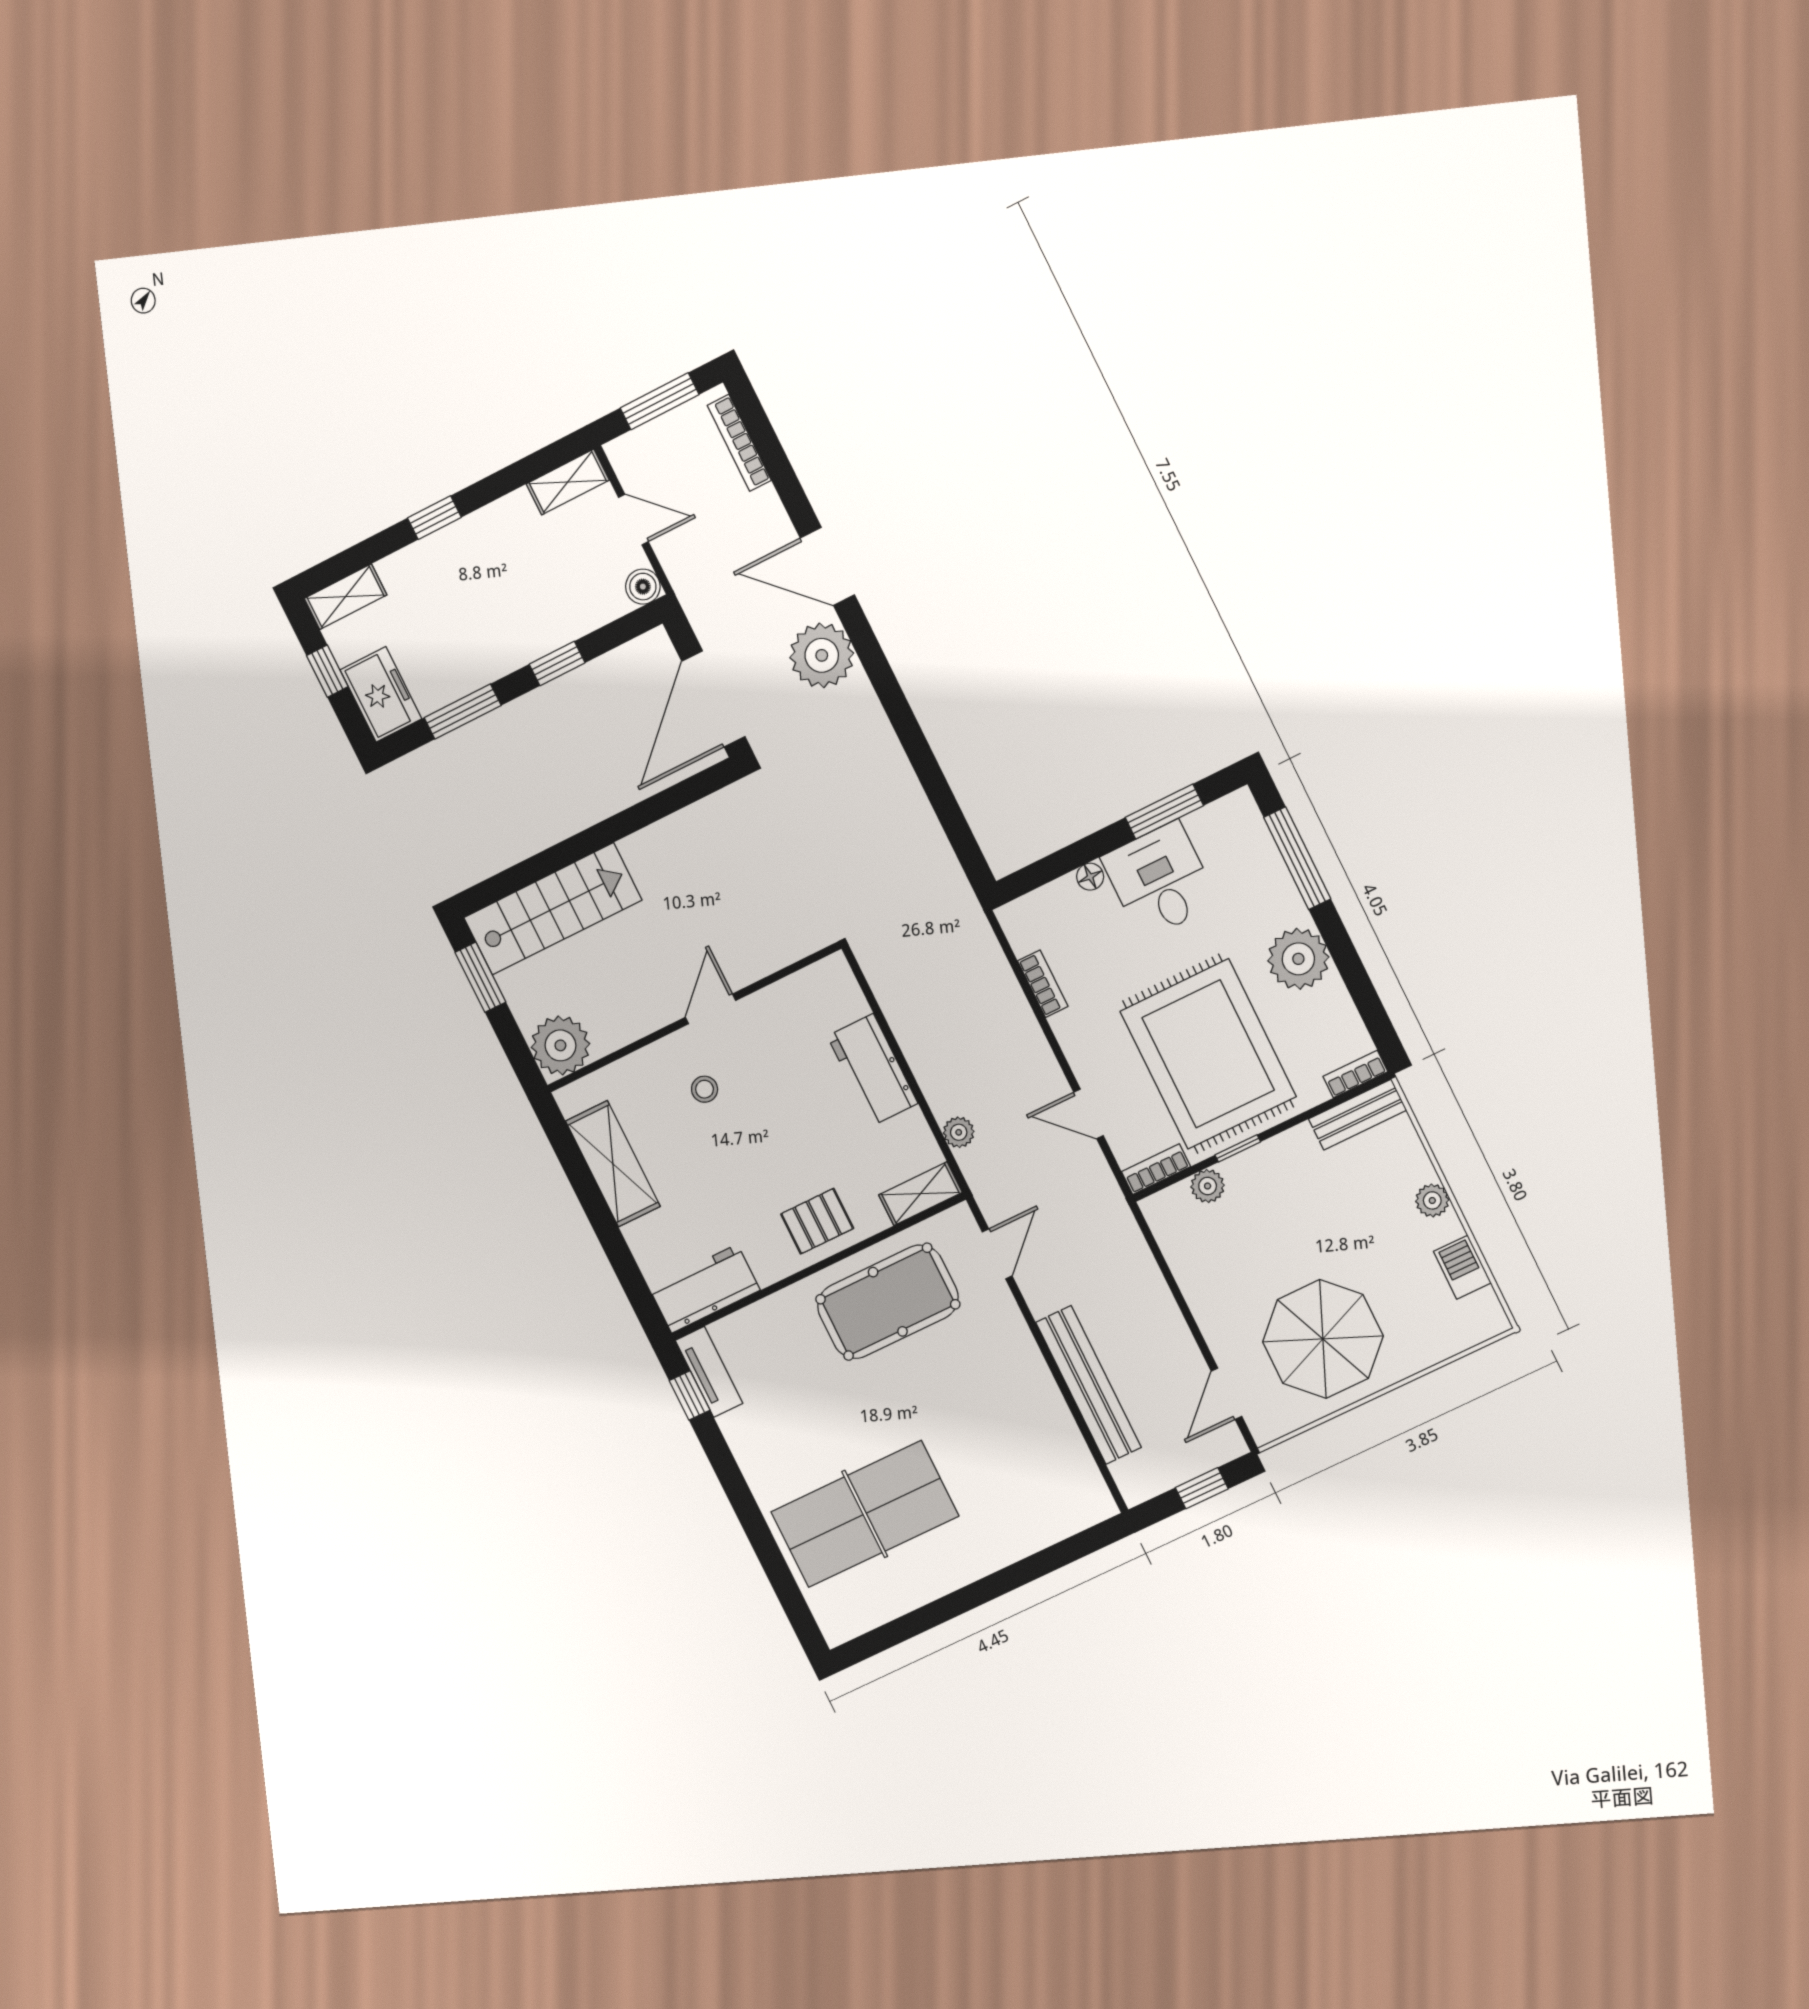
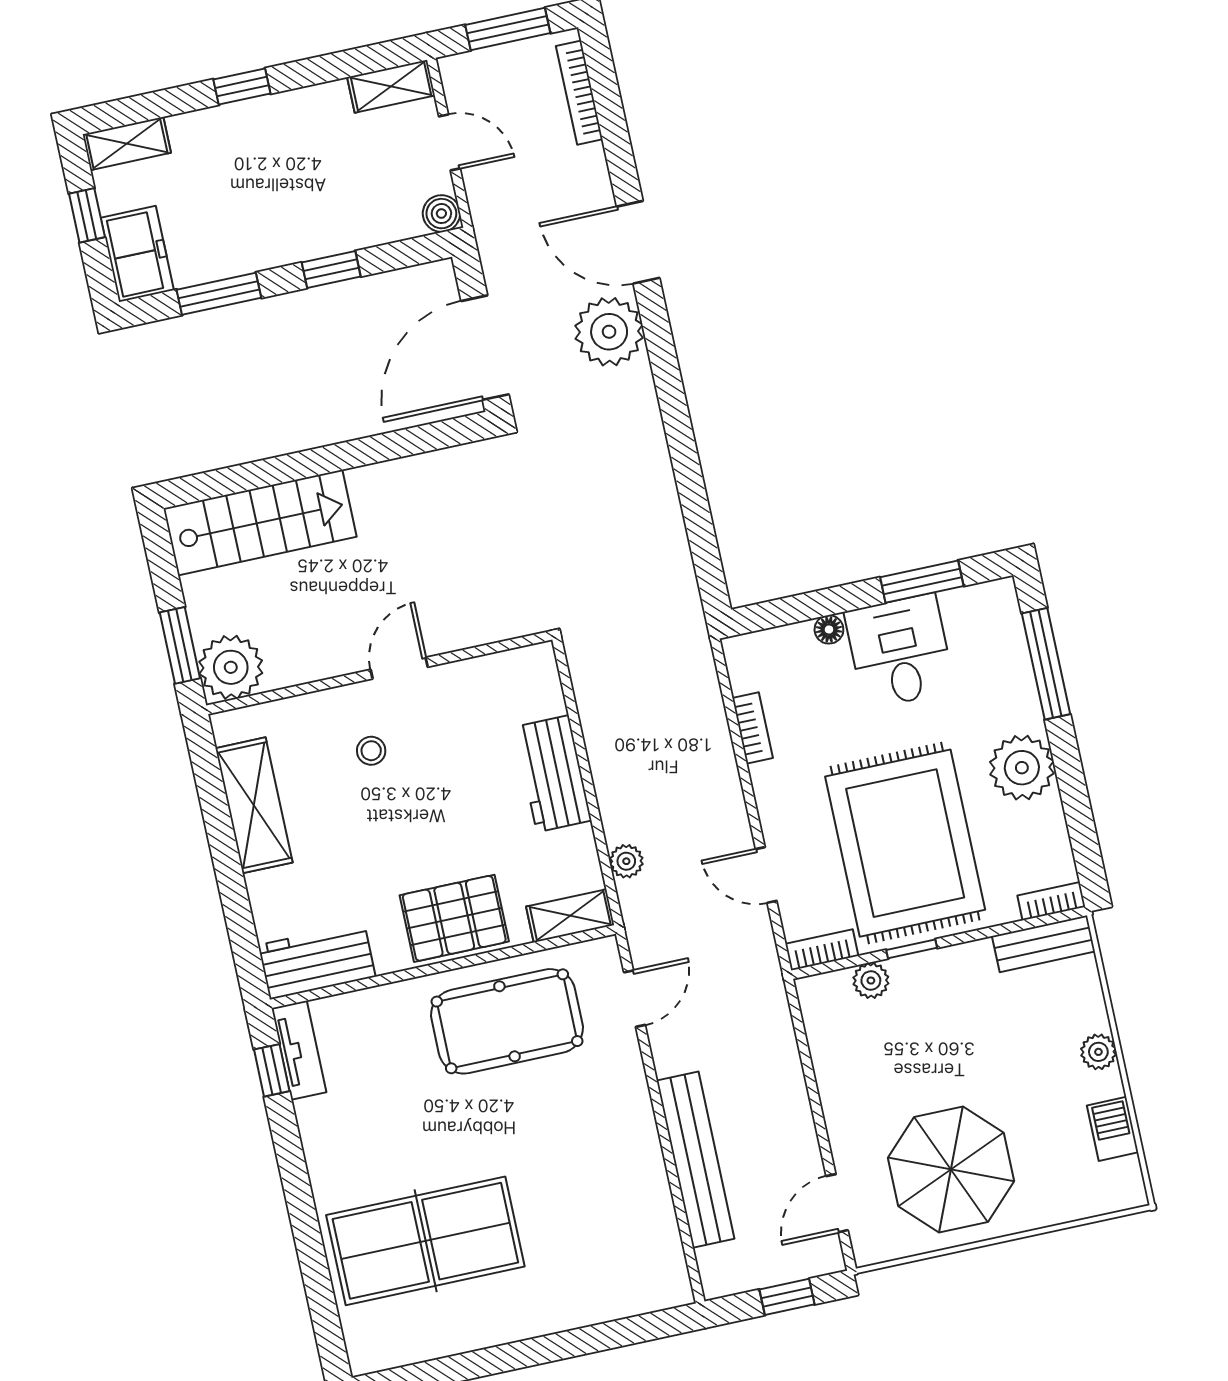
window: (480, 977) -> (180, 645), moved
pallet: (817, 1221) -> (454, 918), width x1.50, depth x1.42

